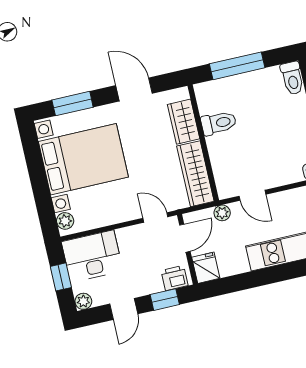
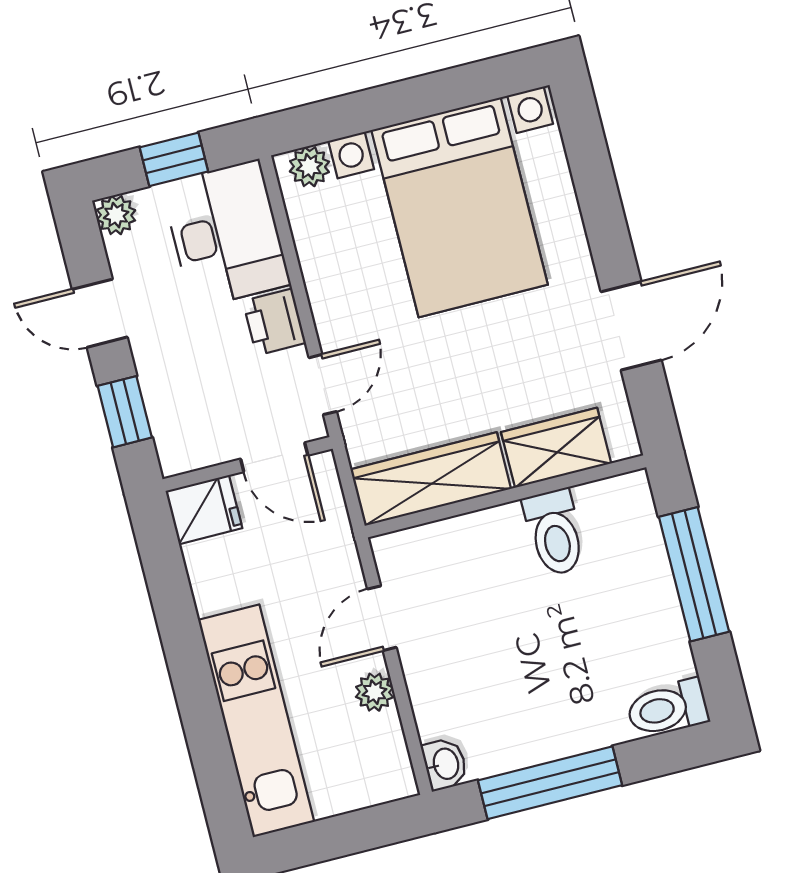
window: (73, 104) -> (594, 178), removed
plant: (222, 213) -> (374, 692), moved
printer: (175, 278) -> (274, 322), moved, turned 180

